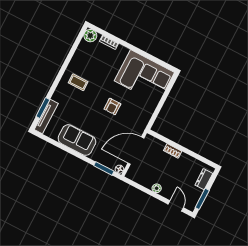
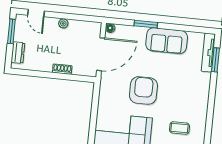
coffee table: (78, 82) -> (179, 128), moved
armchair: (112, 106) -> (143, 90), width x1.88, depth x1.88
window: (104, 168) -> (146, 24), moved

